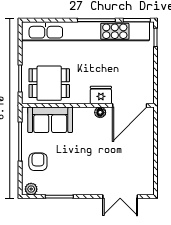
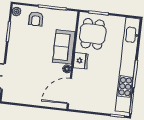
fridge: (101, 95) -> (81, 61), moved
door: (130, 105) -> (69, 91), hinge flipped
sofa: (50, 120) -> (64, 47), moved
armchair: (38, 162) -> (36, 19), turned 90

